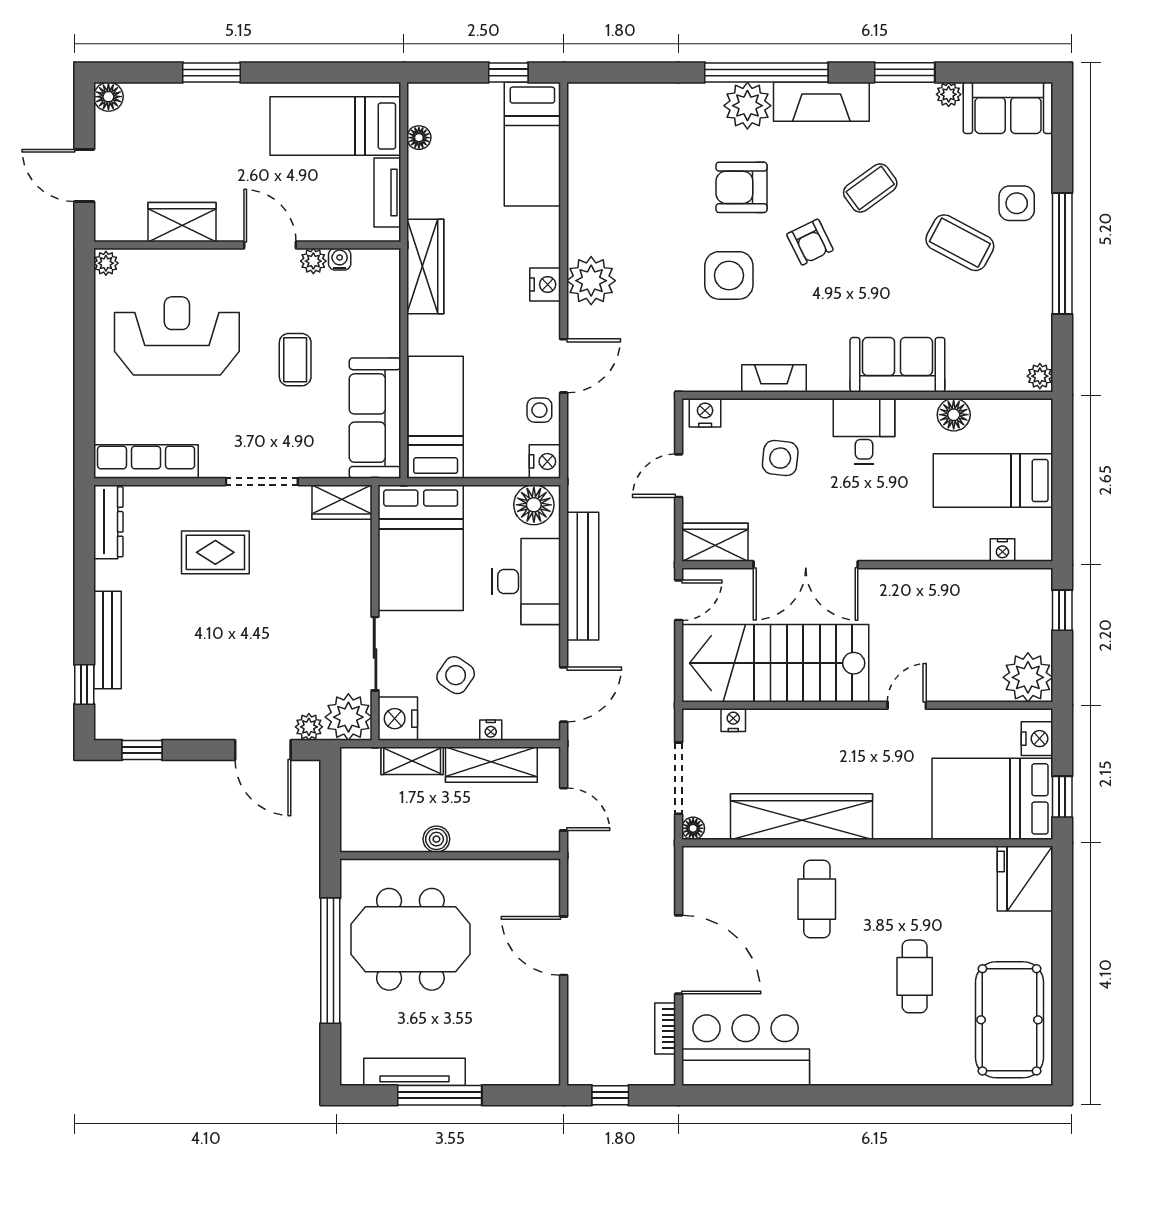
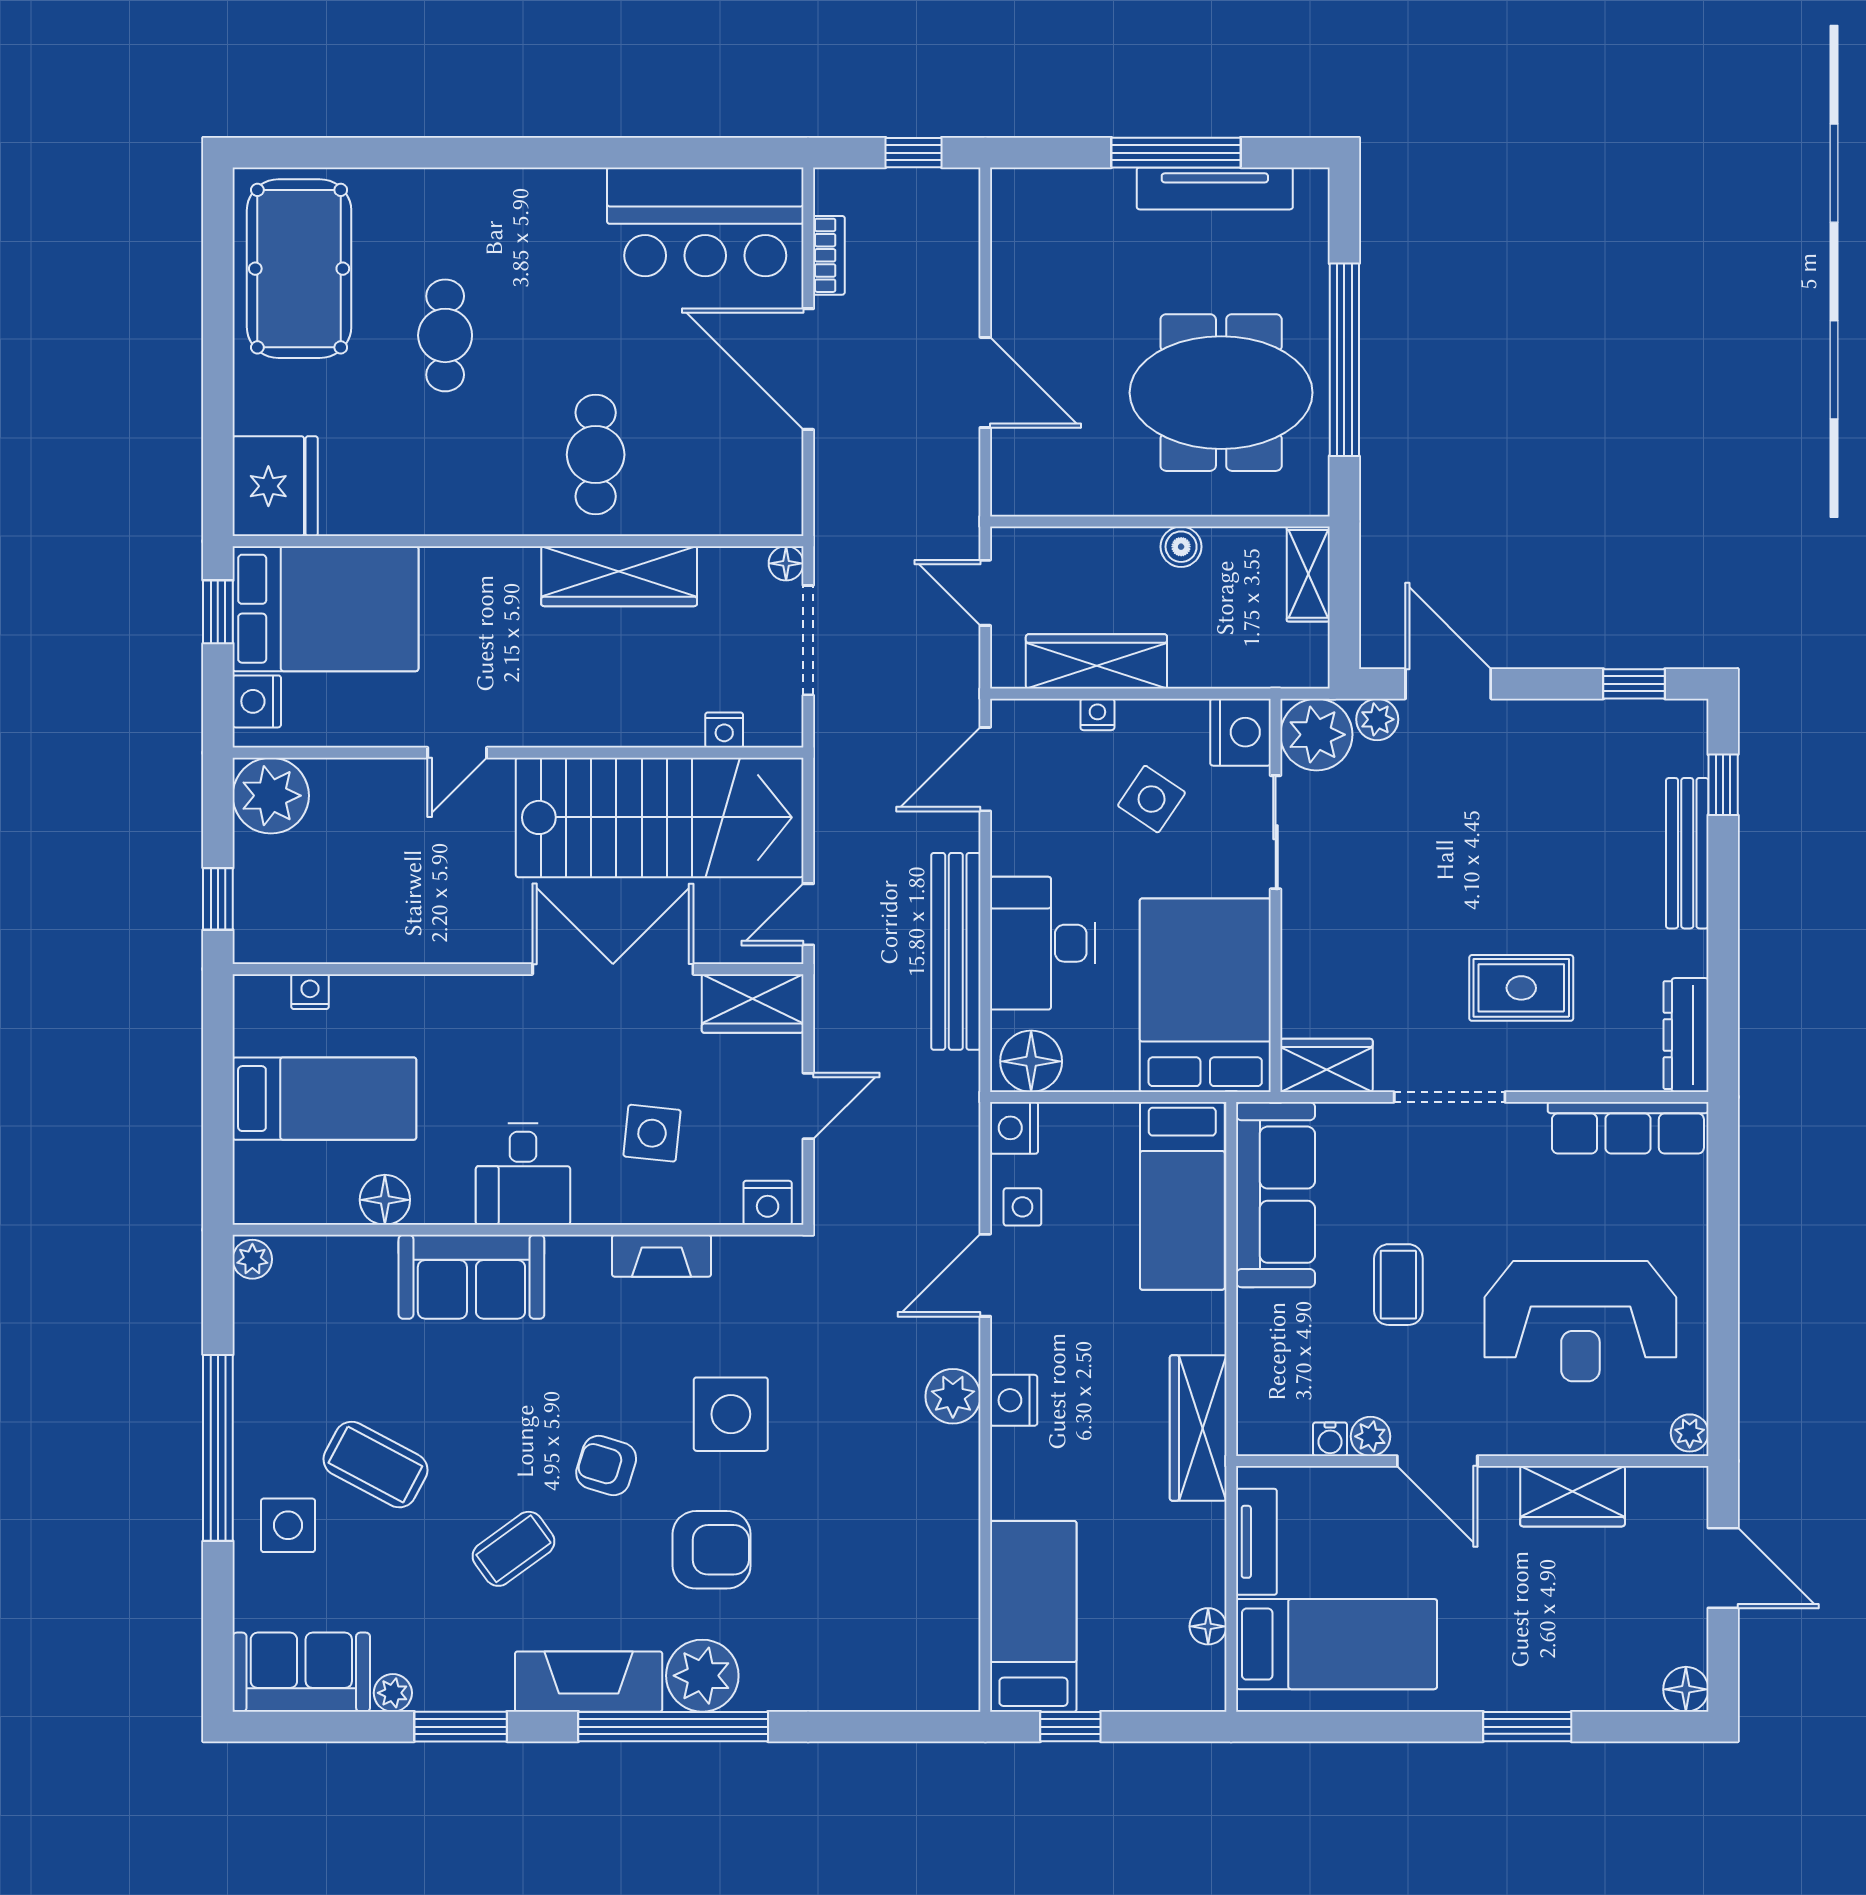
armchair: (810, 242) -> (606, 1466), turned -47
plant: (591, 281) -> (953, 1396), width x0.73, depth x0.73
shelving: (412, 761) -> (1308, 574), moved, turned 90
wardrobe: (802, 817) -> (619, 576), width x0.71, depth x0.85

